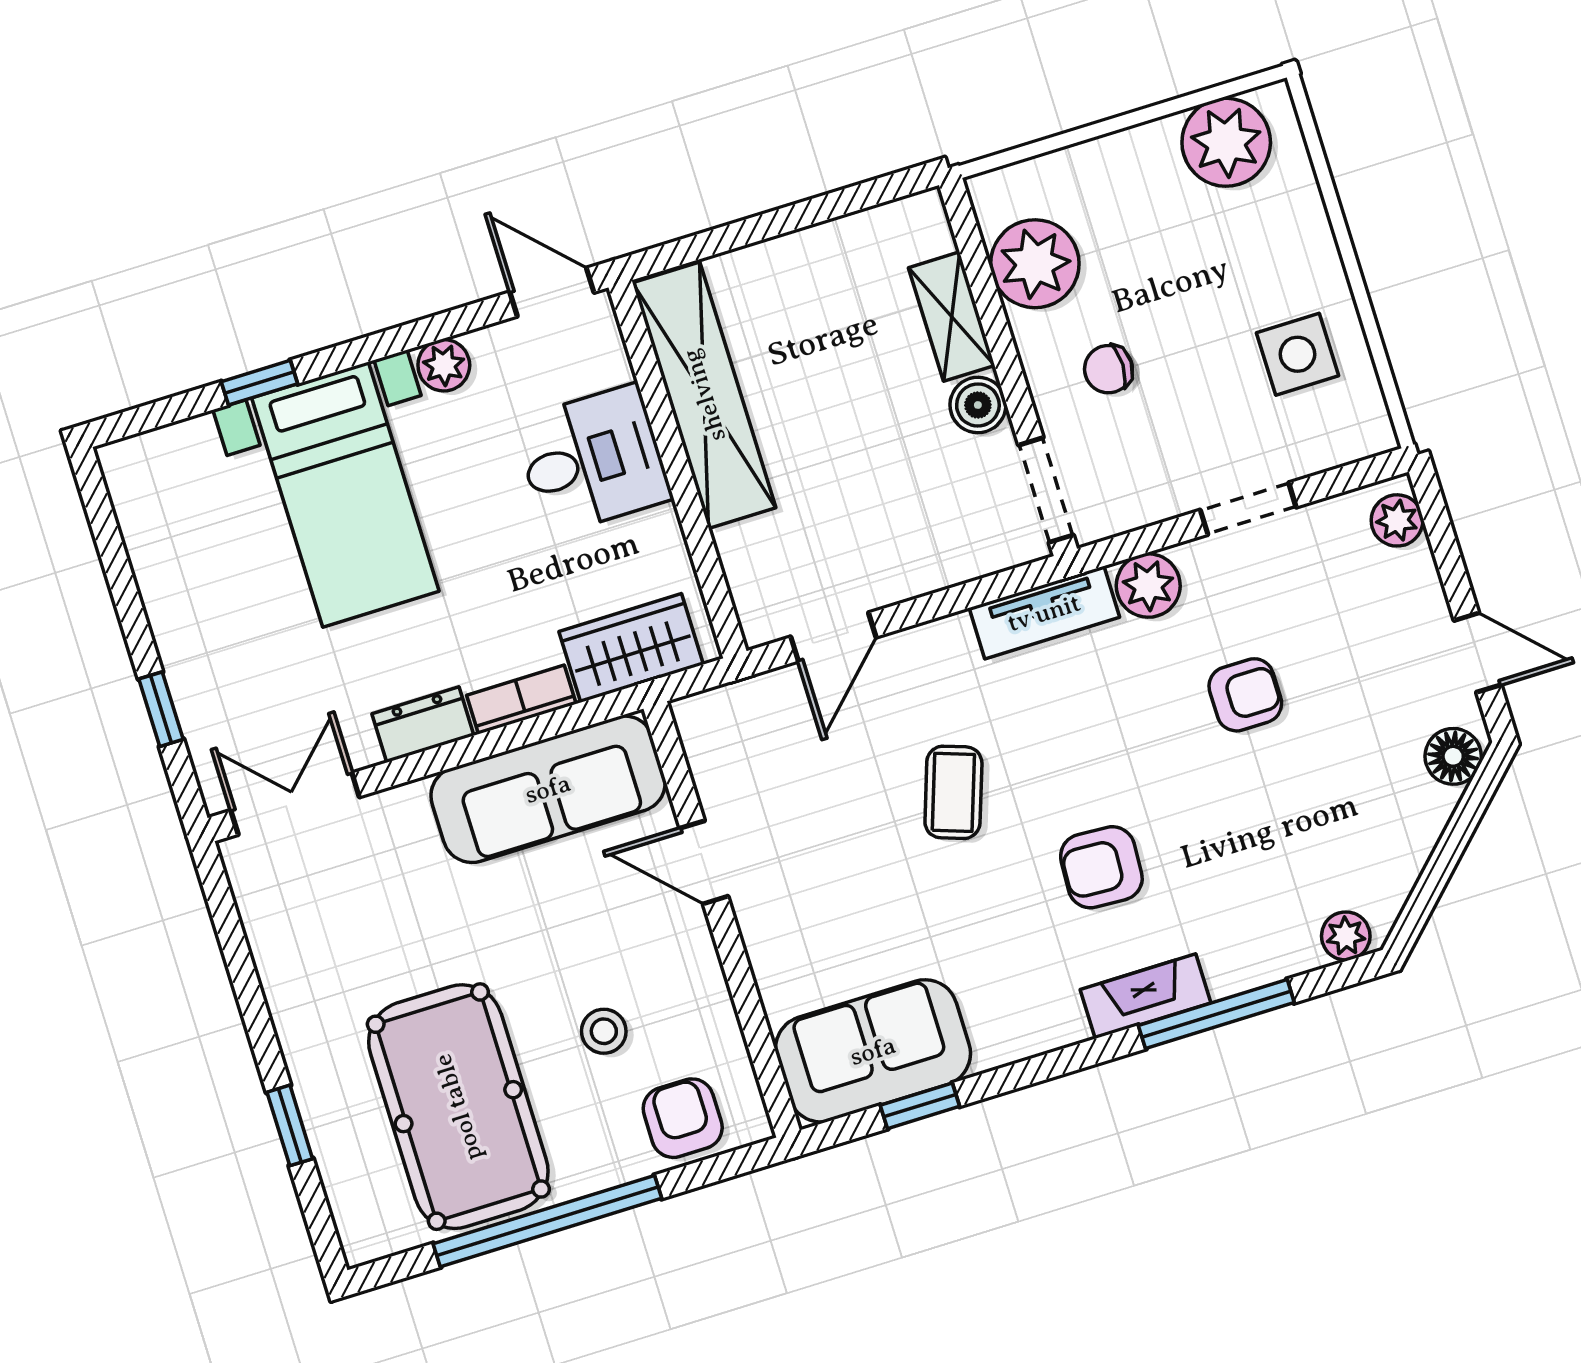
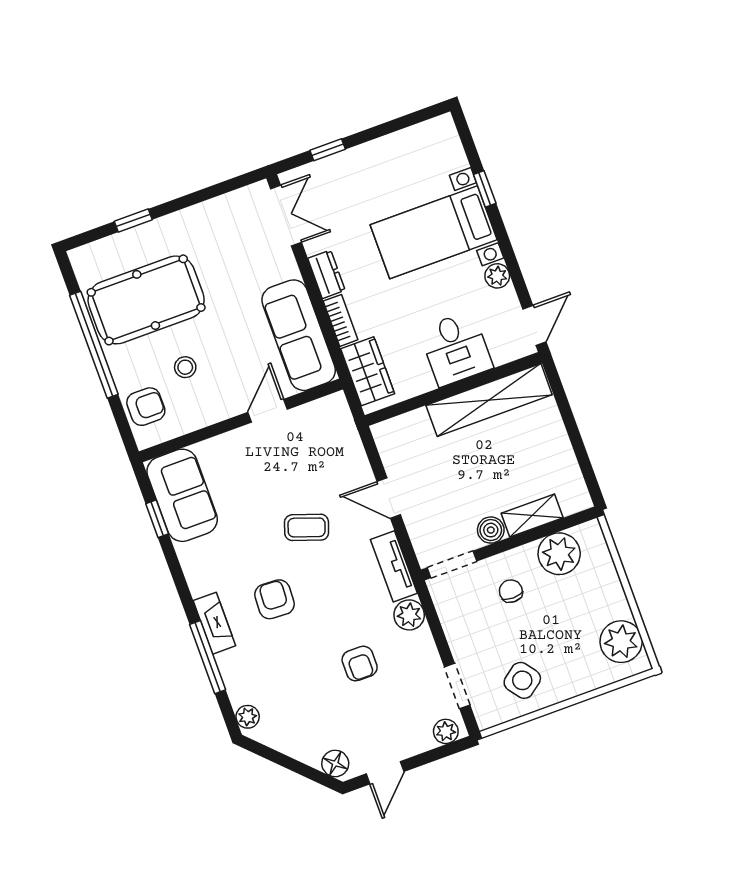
side table: (1298, 354) -> (522, 680), turned -37
doorway: (1248, 509) -> (457, 686), moved
door: (833, 637) -> (389, 498), moved

